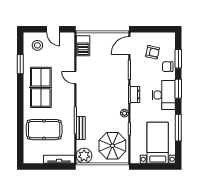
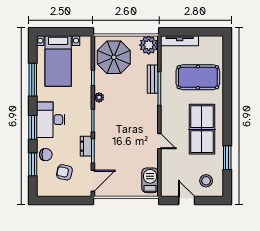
dresser: (135, 95) -> (86, 146), moved

